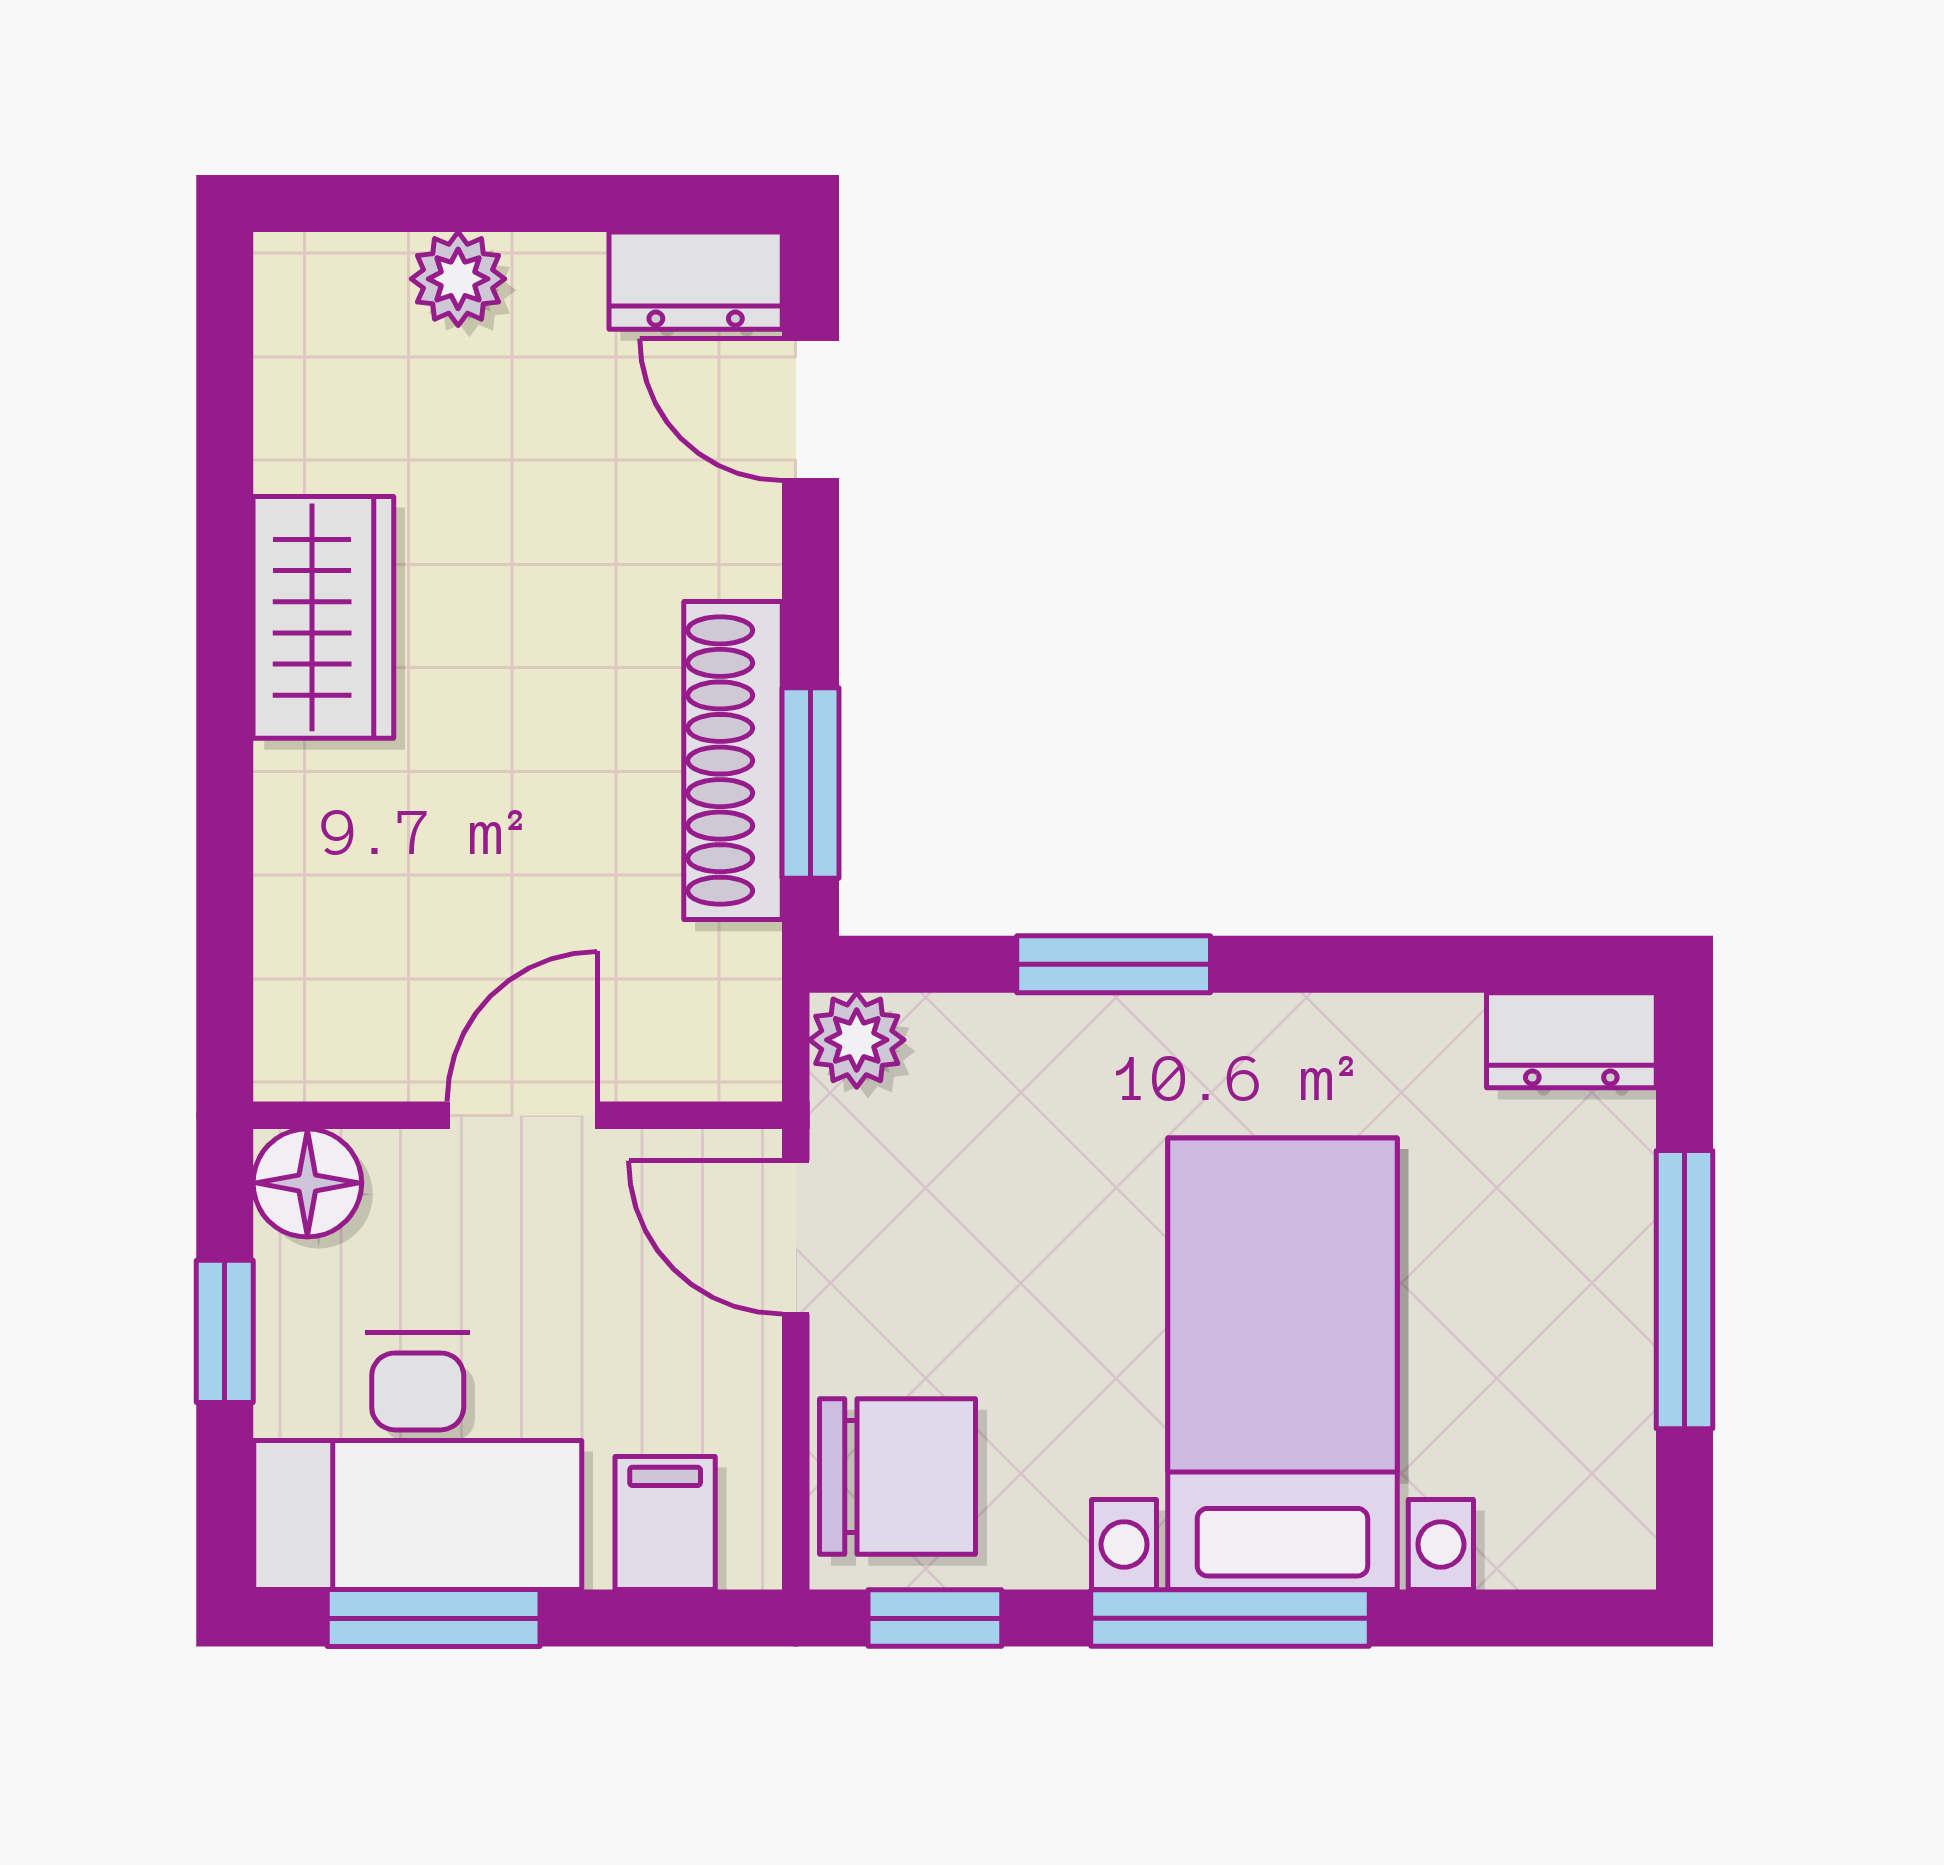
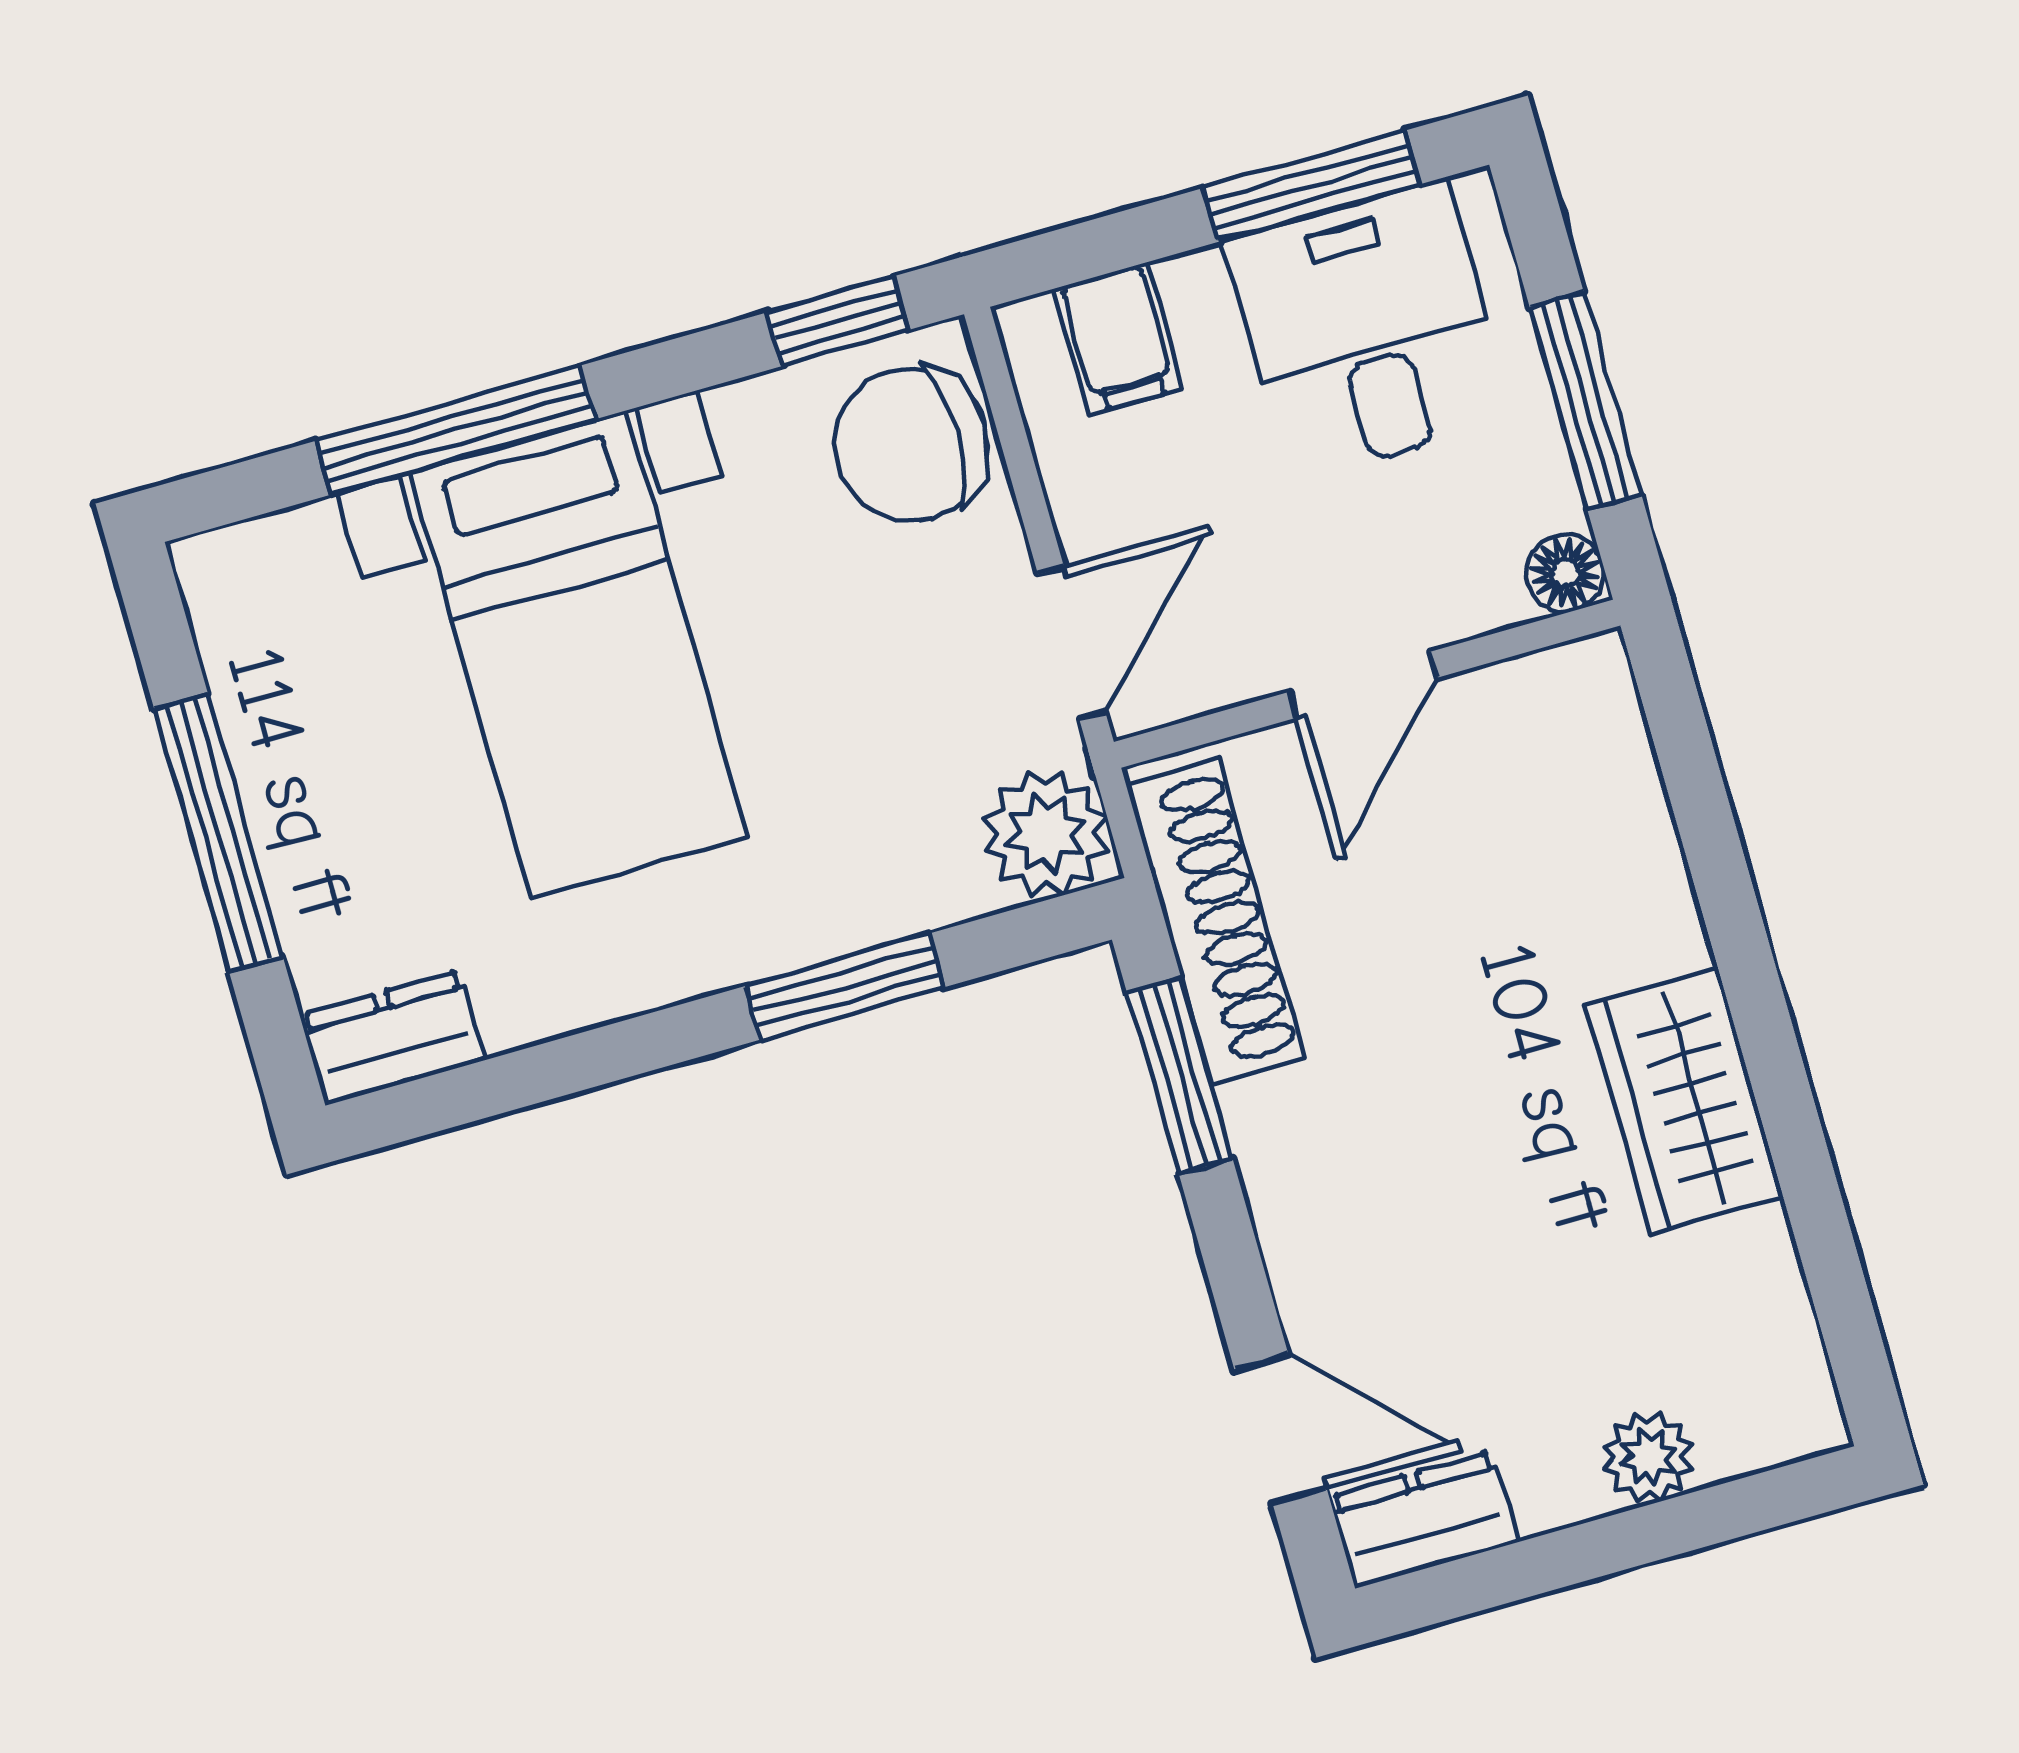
shoe rack: (733, 761) -> (1215, 922), moved
plant: (857, 1040) -> (1046, 834), width x1.38, depth x1.38
floor lamp: (307, 1183) -> (1565, 573), width x0.73, depth x0.73
door: (796, 1237) -> (1072, 643), hinge flipped
window: (225, 1331) -> (1585, 401), width x1.50
desk: (418, 1461) -> (1368, 330), width x0.73
window: (1230, 1618) -> (456, 430), moved

